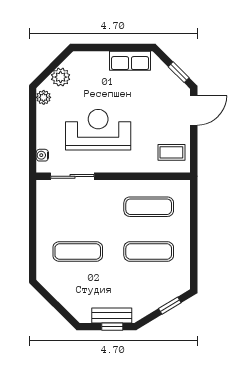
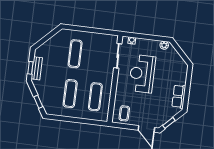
plant: (61, 77) -> (174, 56), removed
reception desk: (98, 130) -> (142, 74), turned 180

